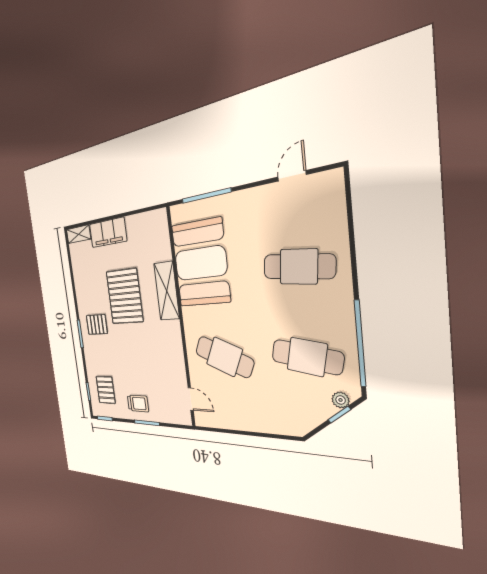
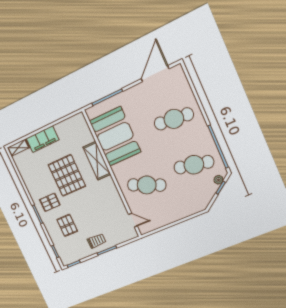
door: (292, 176) -> (155, 74), width x1.88
pallet: (106, 390) -> (67, 225), moved

